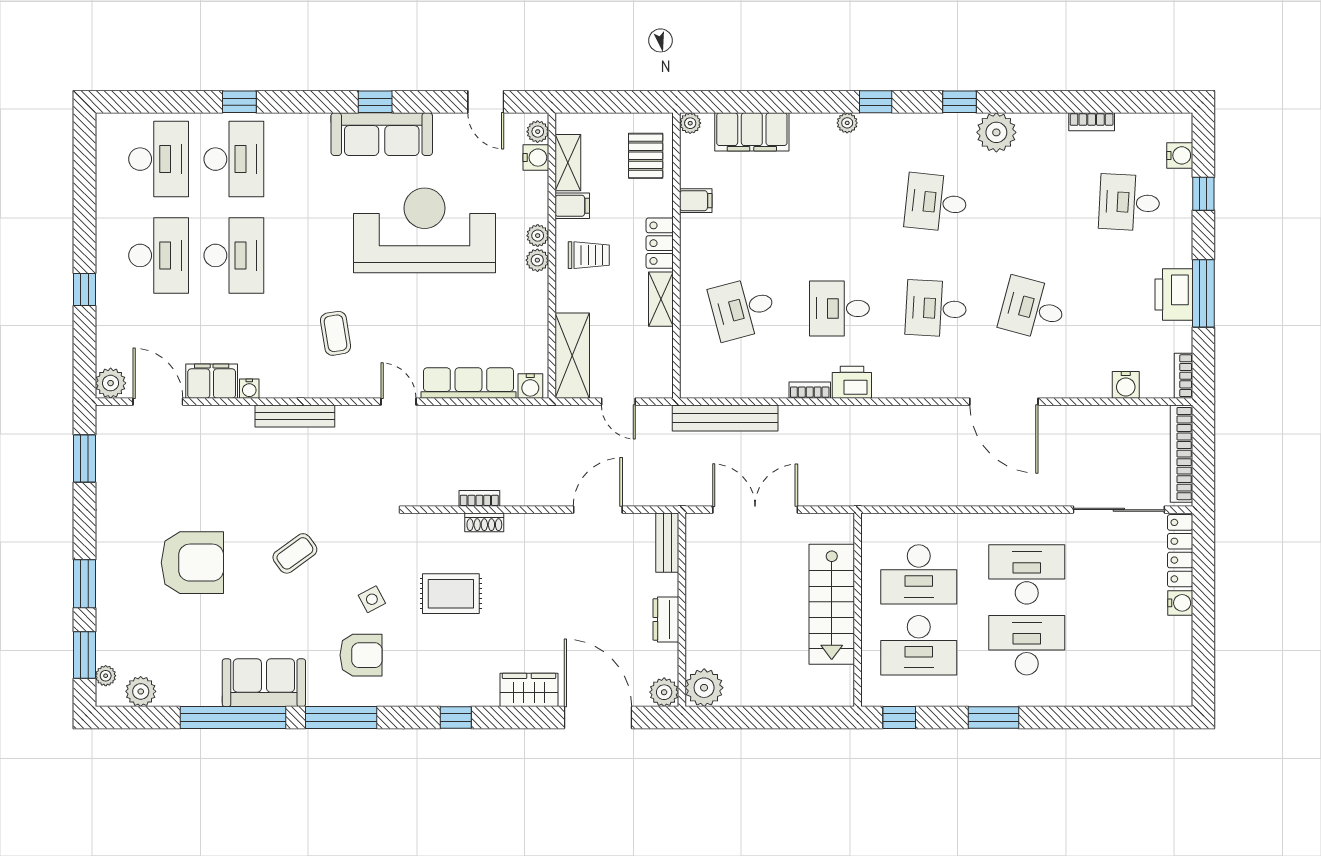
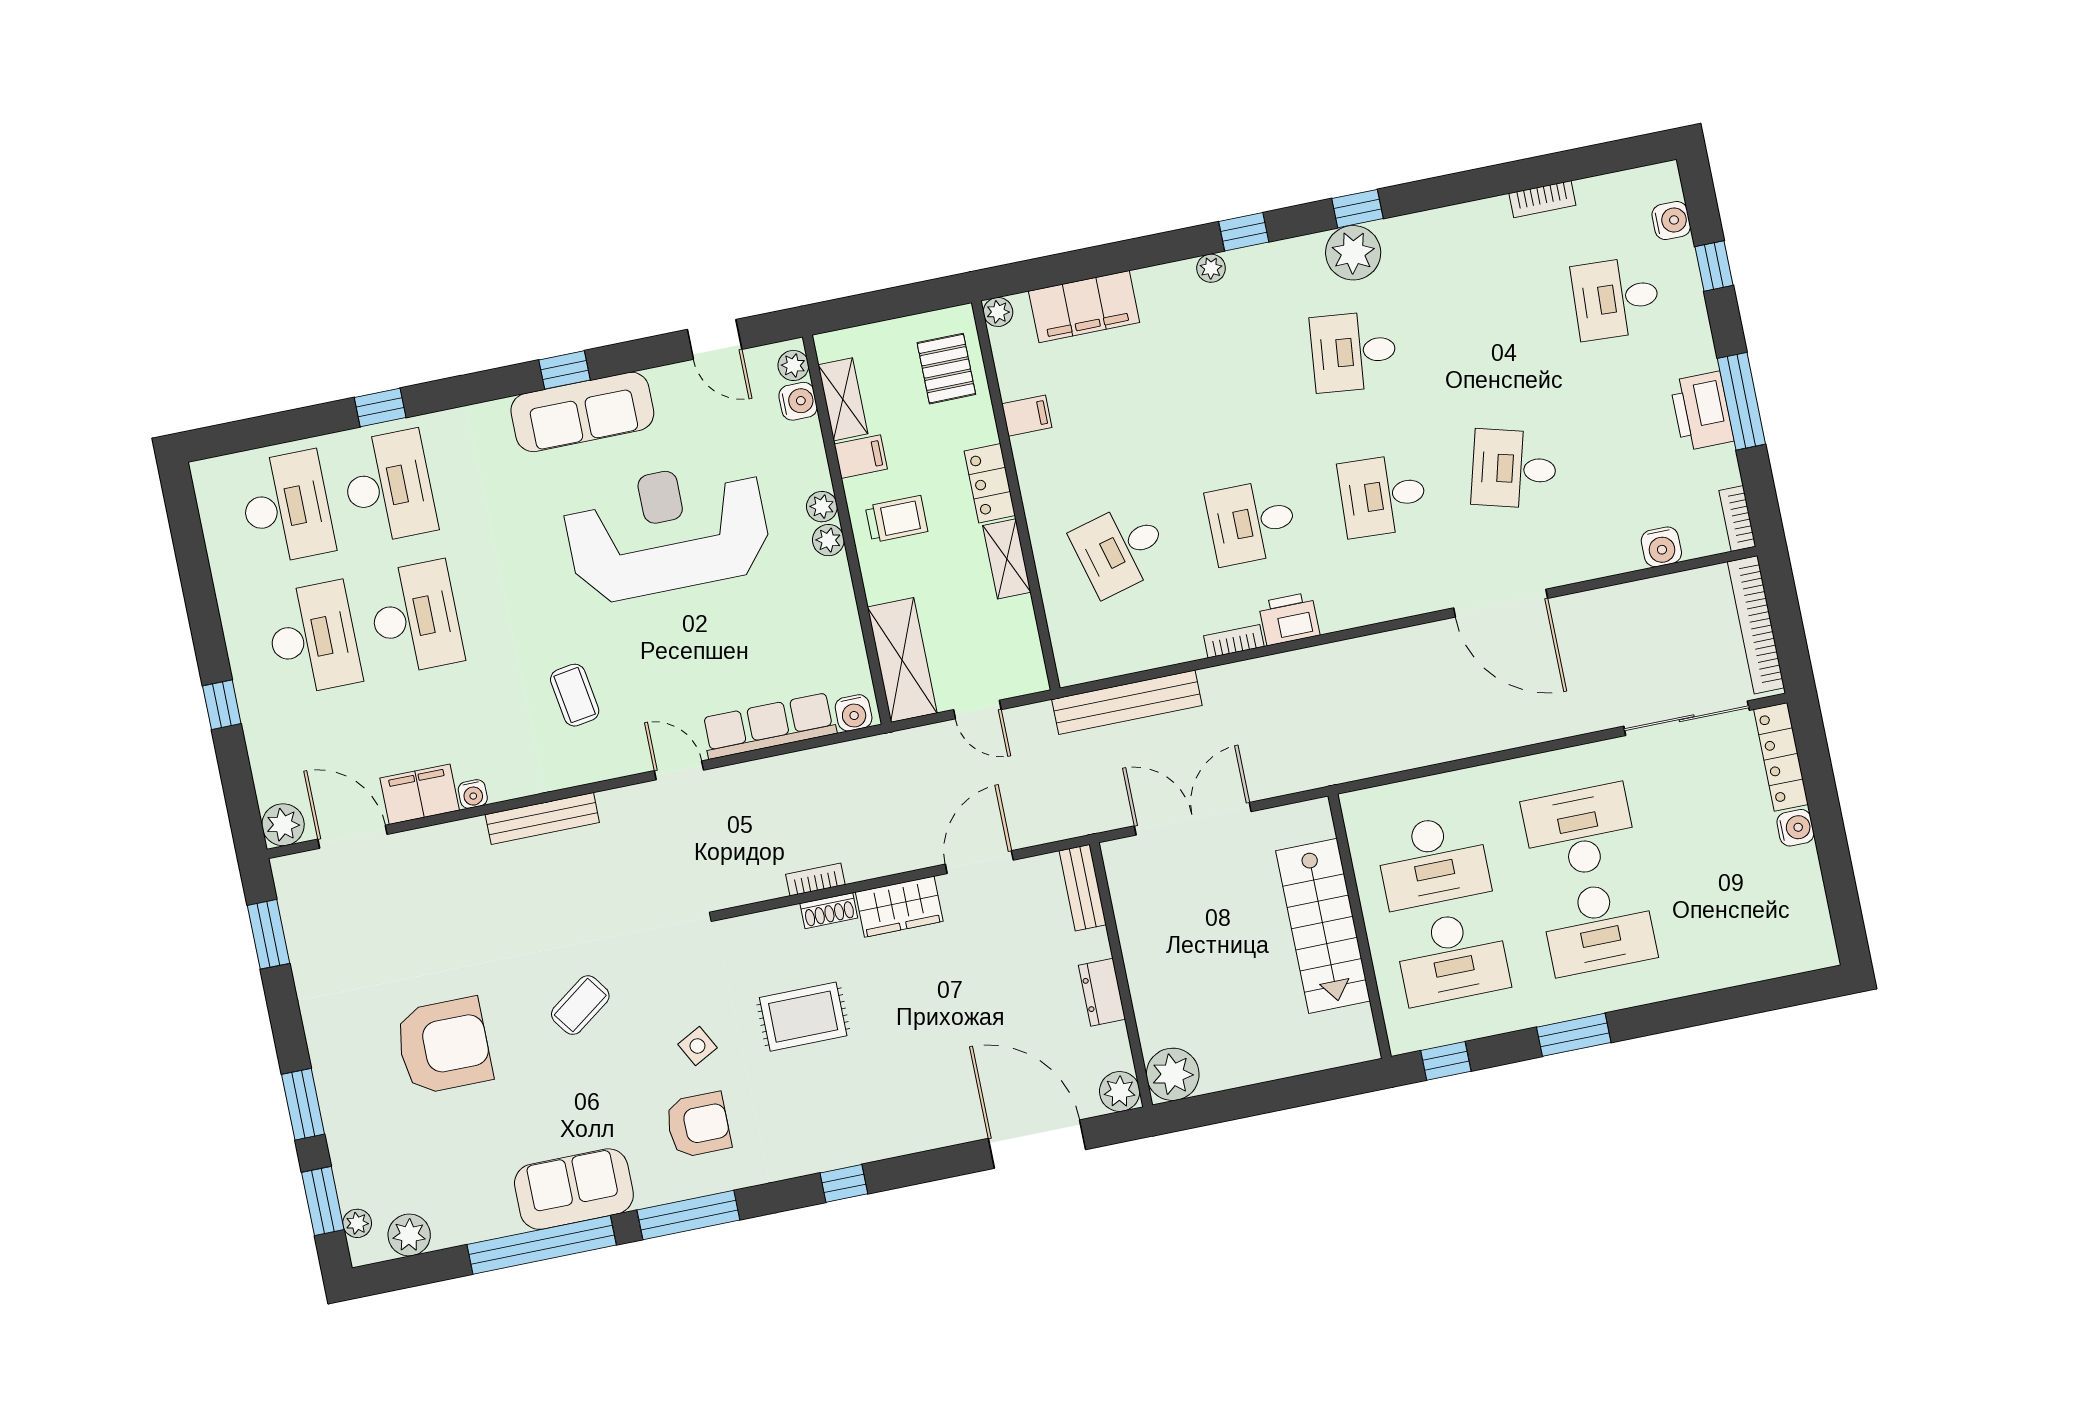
plant: (996, 132) -> (1353, 253), moved
desk: (1027, 645) -> (1599, 928), turned 180
wardrobe: (529, 690) -> (899, 907), moved, turned 180

